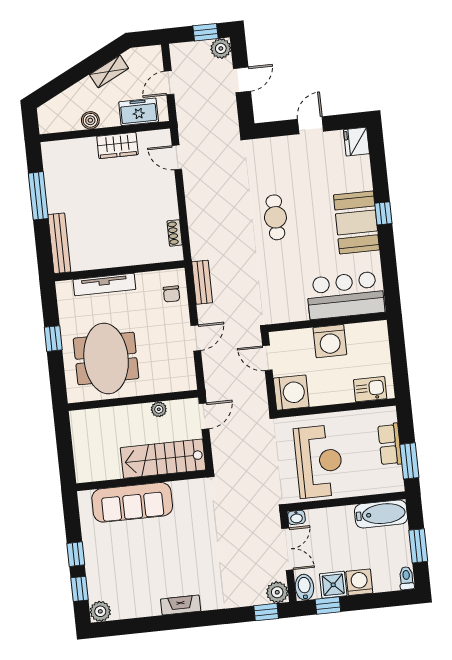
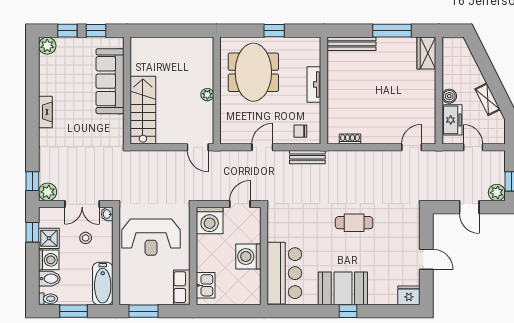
boiler: (90, 120) -> (449, 96), moved
wardrobe: (117, 145) -> (426, 53), moved
tv unit: (104, 284) -> (314, 84), width x0.71
door: (196, 338) -> (262, 147), swing flipped
meeting table: (106, 358) -> (253, 72), turned 90
plant: (159, 409) -> (207, 95), moved
row of seats: (390, 444) -> (182, 287), moved, turned -90
stairs: (163, 459) -> (143, 110), moved
wall: (141, 481) -> (127, 91), moved
sofa: (132, 502) -> (110, 81), moved
stool: (328, 540) -> (86, 238), added
bidet: (304, 587) -> (49, 279), moved

